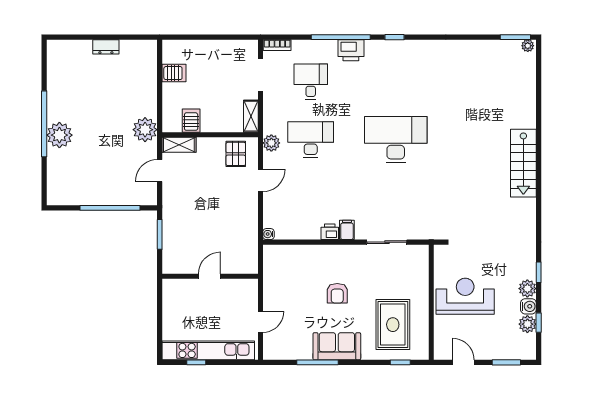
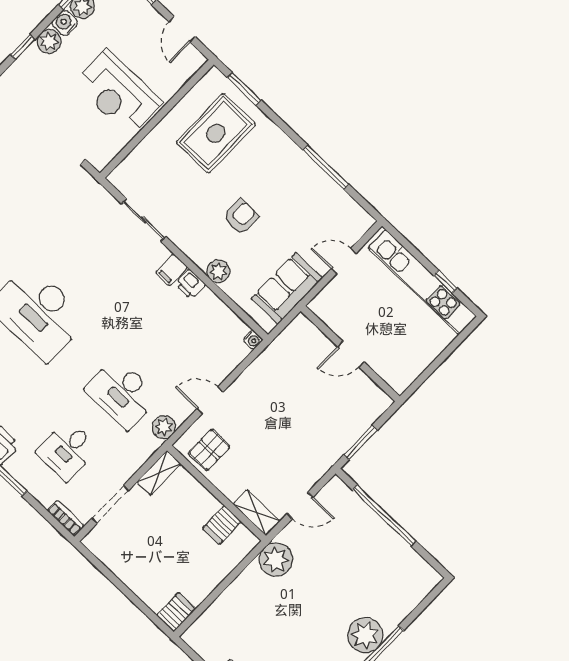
server rack: (174, 73) -> (176, 612), moved, turned 90
plant: (322, 253) -> (218, 271), added
sofa: (337, 346) -> (287, 288), moved, turned 90
window: (400, 362) -> (244, 89), width x1.50

